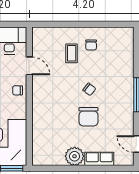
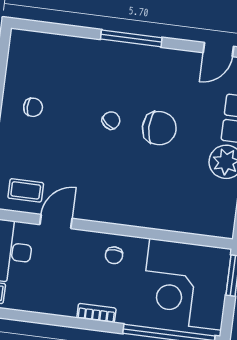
coffee table: (72, 53) -> (26, 190), moved
chair: (18, 90) -> (114, 255), moved

